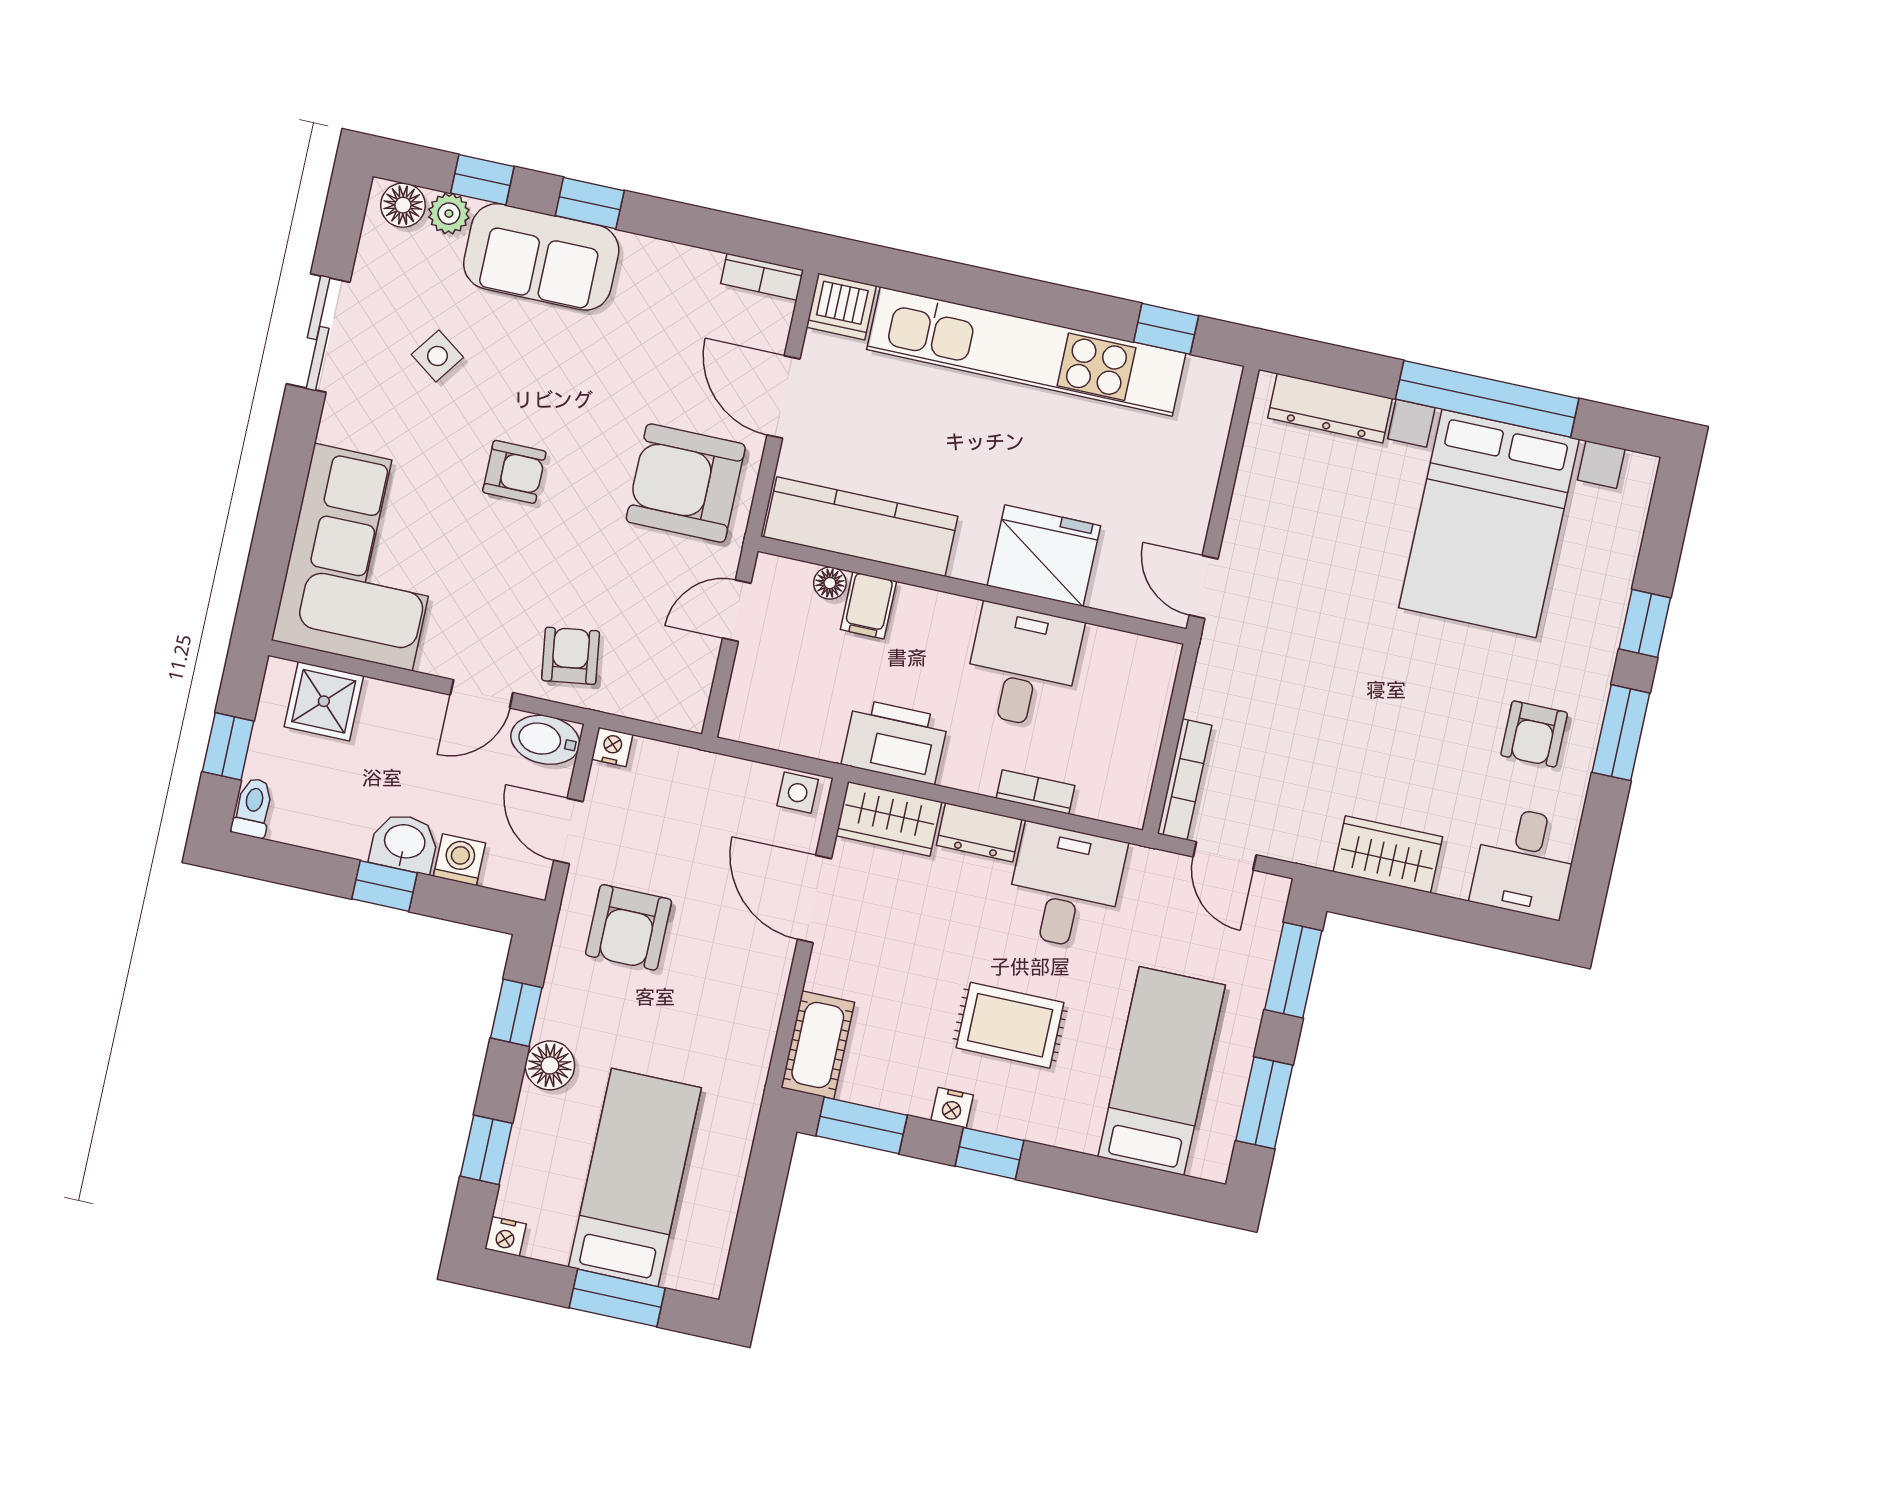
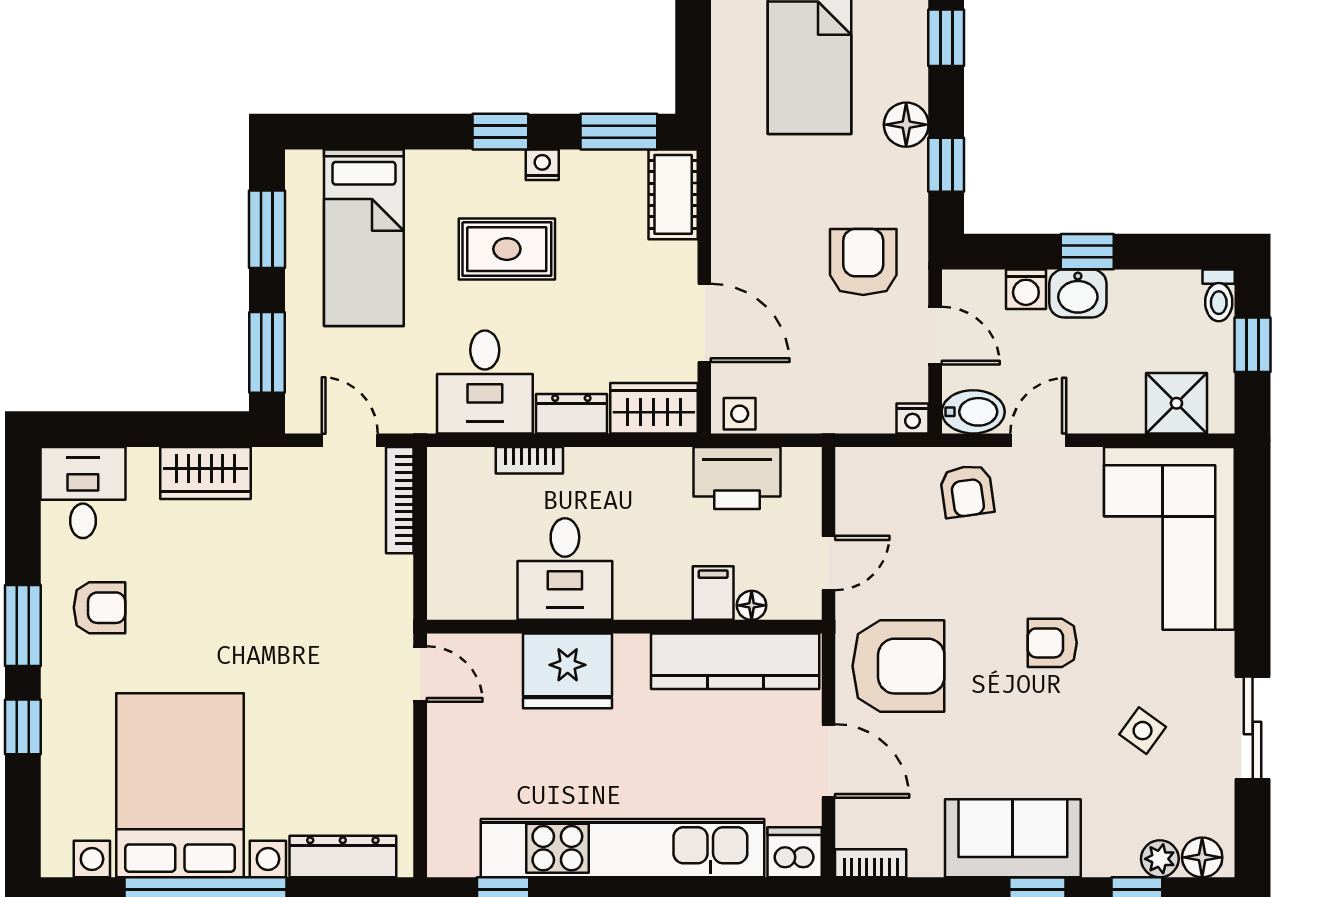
sofa: (541, 257) -> (1013, 838), moved
armchair: (1534, 734) -> (99, 608), turned 90
printer: (895, 741) -> (737, 478), moved

